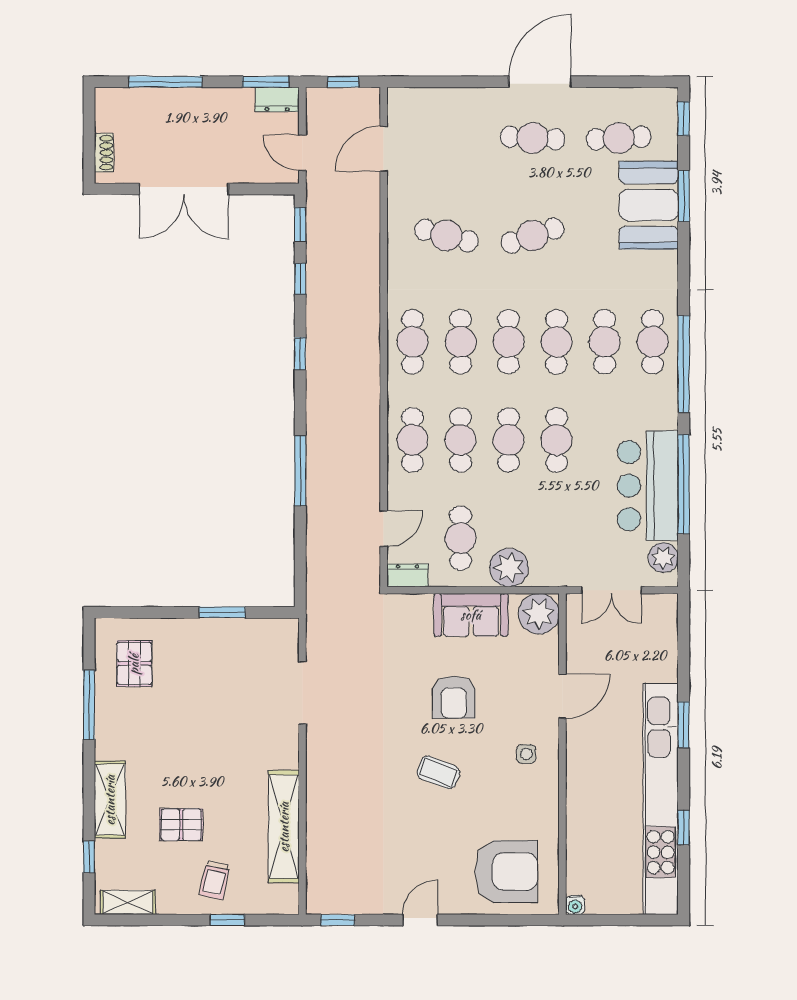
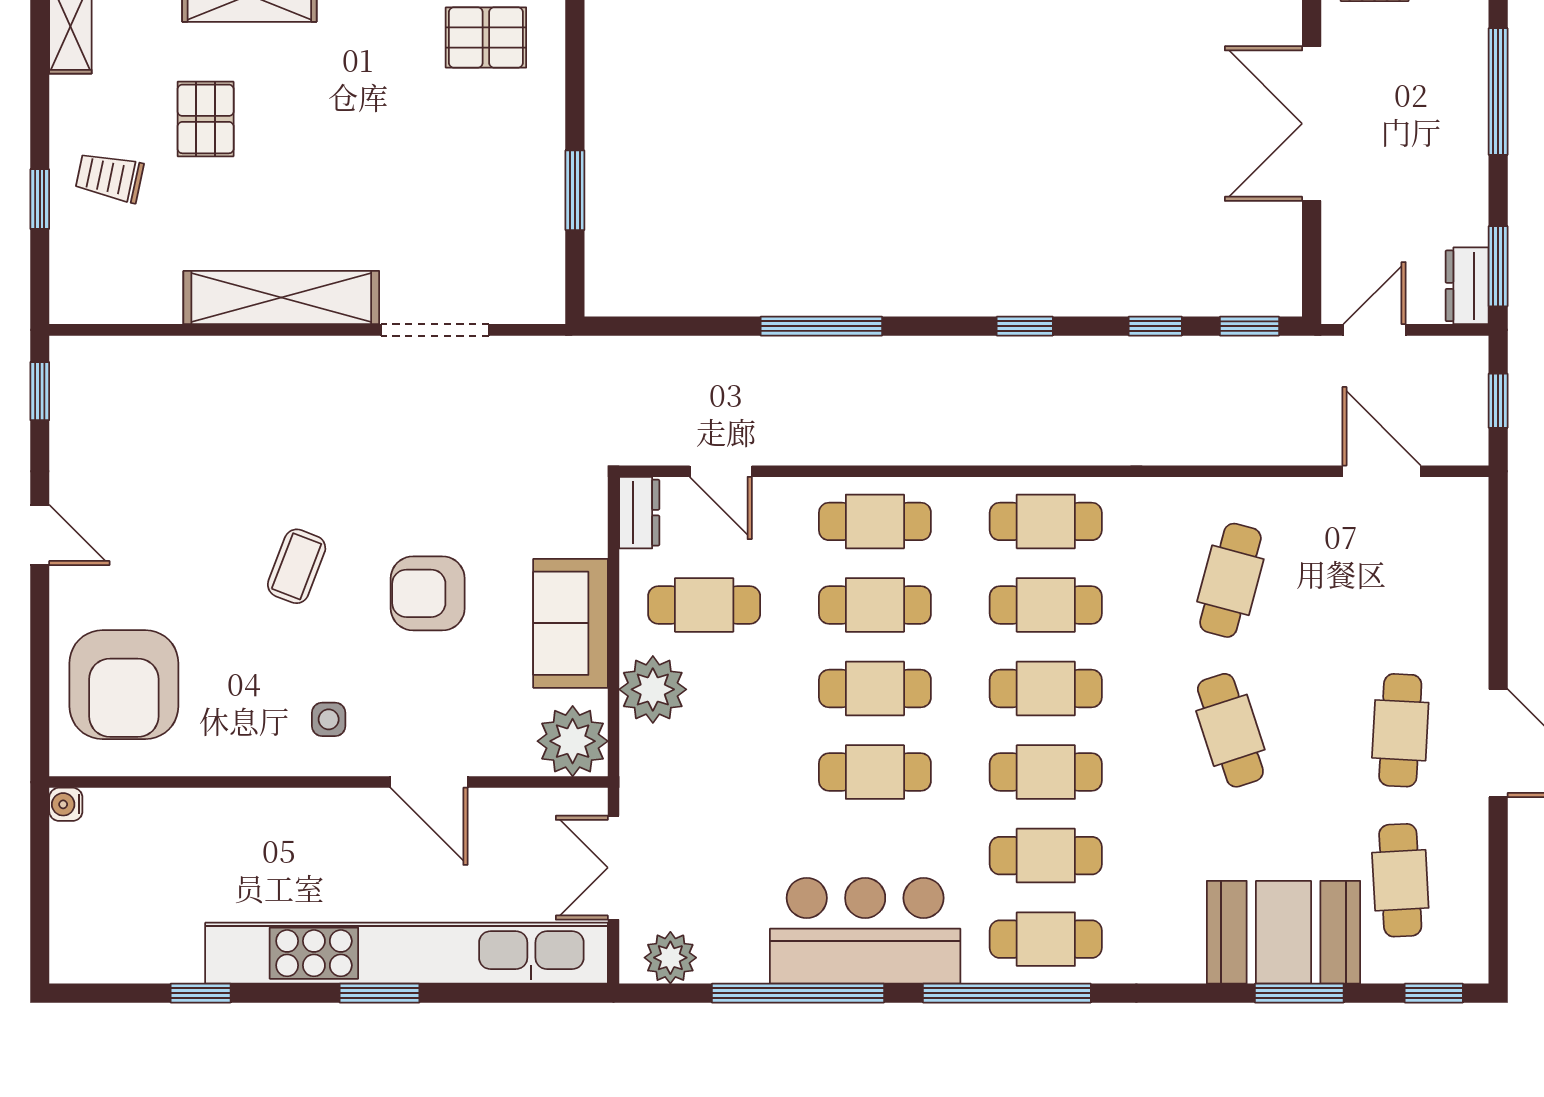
bar counter: (648, 486) -> (865, 931), moved
kitchen unit: (661, 799) -> (407, 953), moved
shelving: (284, 827) -> (281, 298), moved

